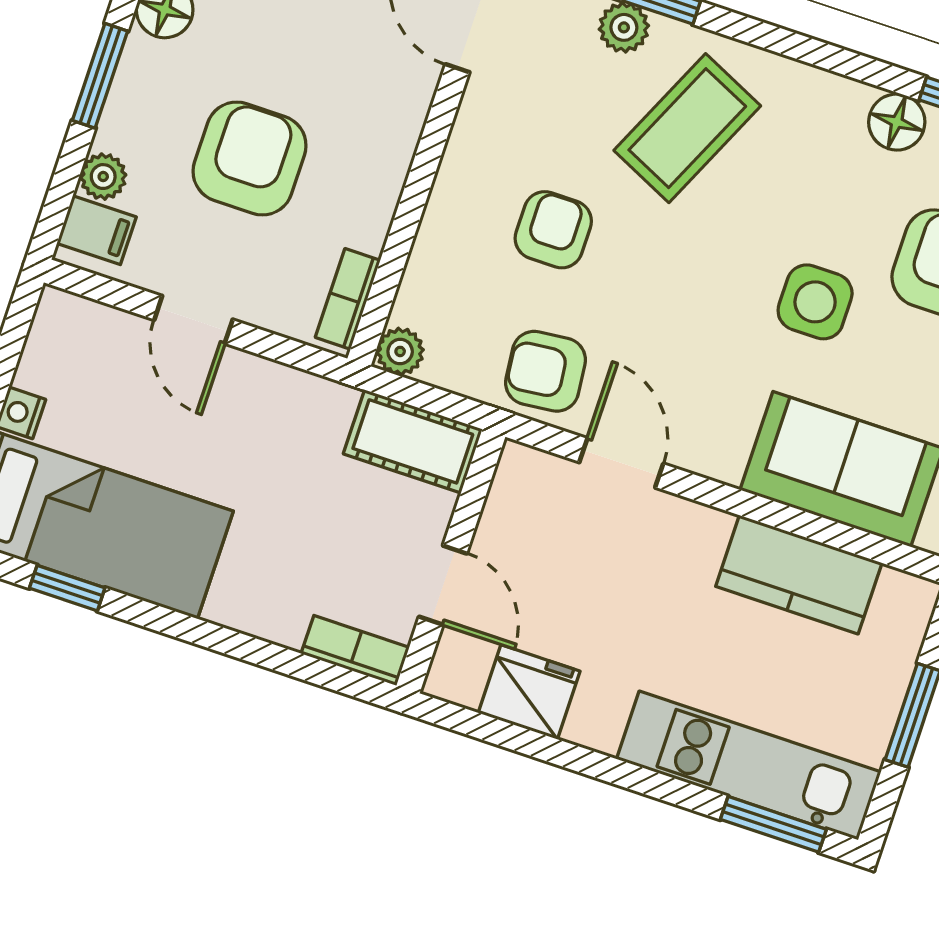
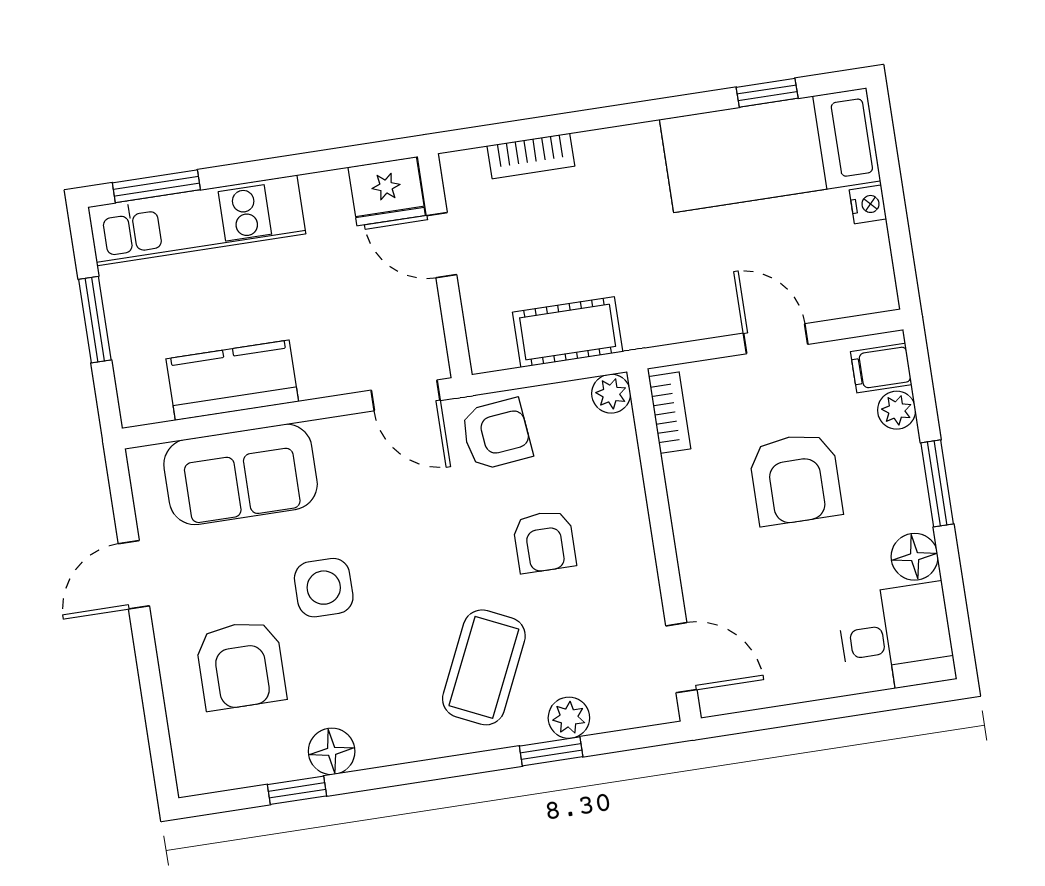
wall: (451, 561) -> (445, 266), moved
door: (443, 585) -> (442, 245), moved

